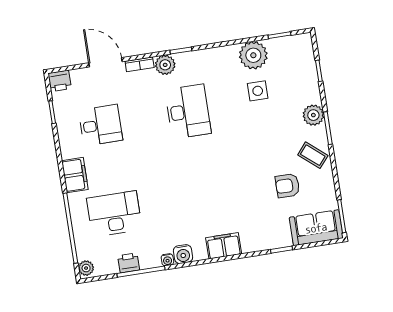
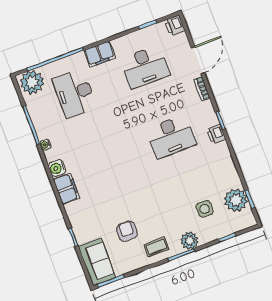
plant: (253, 55) -> (236, 200), moved
plant: (165, 65) -> (206, 110), removed
side table: (258, 91) -> (205, 209), moved
desk: (100, 125) -> (145, 67), width x1.37
coffee table: (313, 155) -> (156, 247), turned 50
desk: (114, 214) -> (74, 93), turned 180
water cooler: (183, 254) -> (57, 168), moved
printer: (129, 263) -> (216, 135), moved, turned 180
plant: (86, 268) -> (32, 82), width x1.87, depth x1.87

